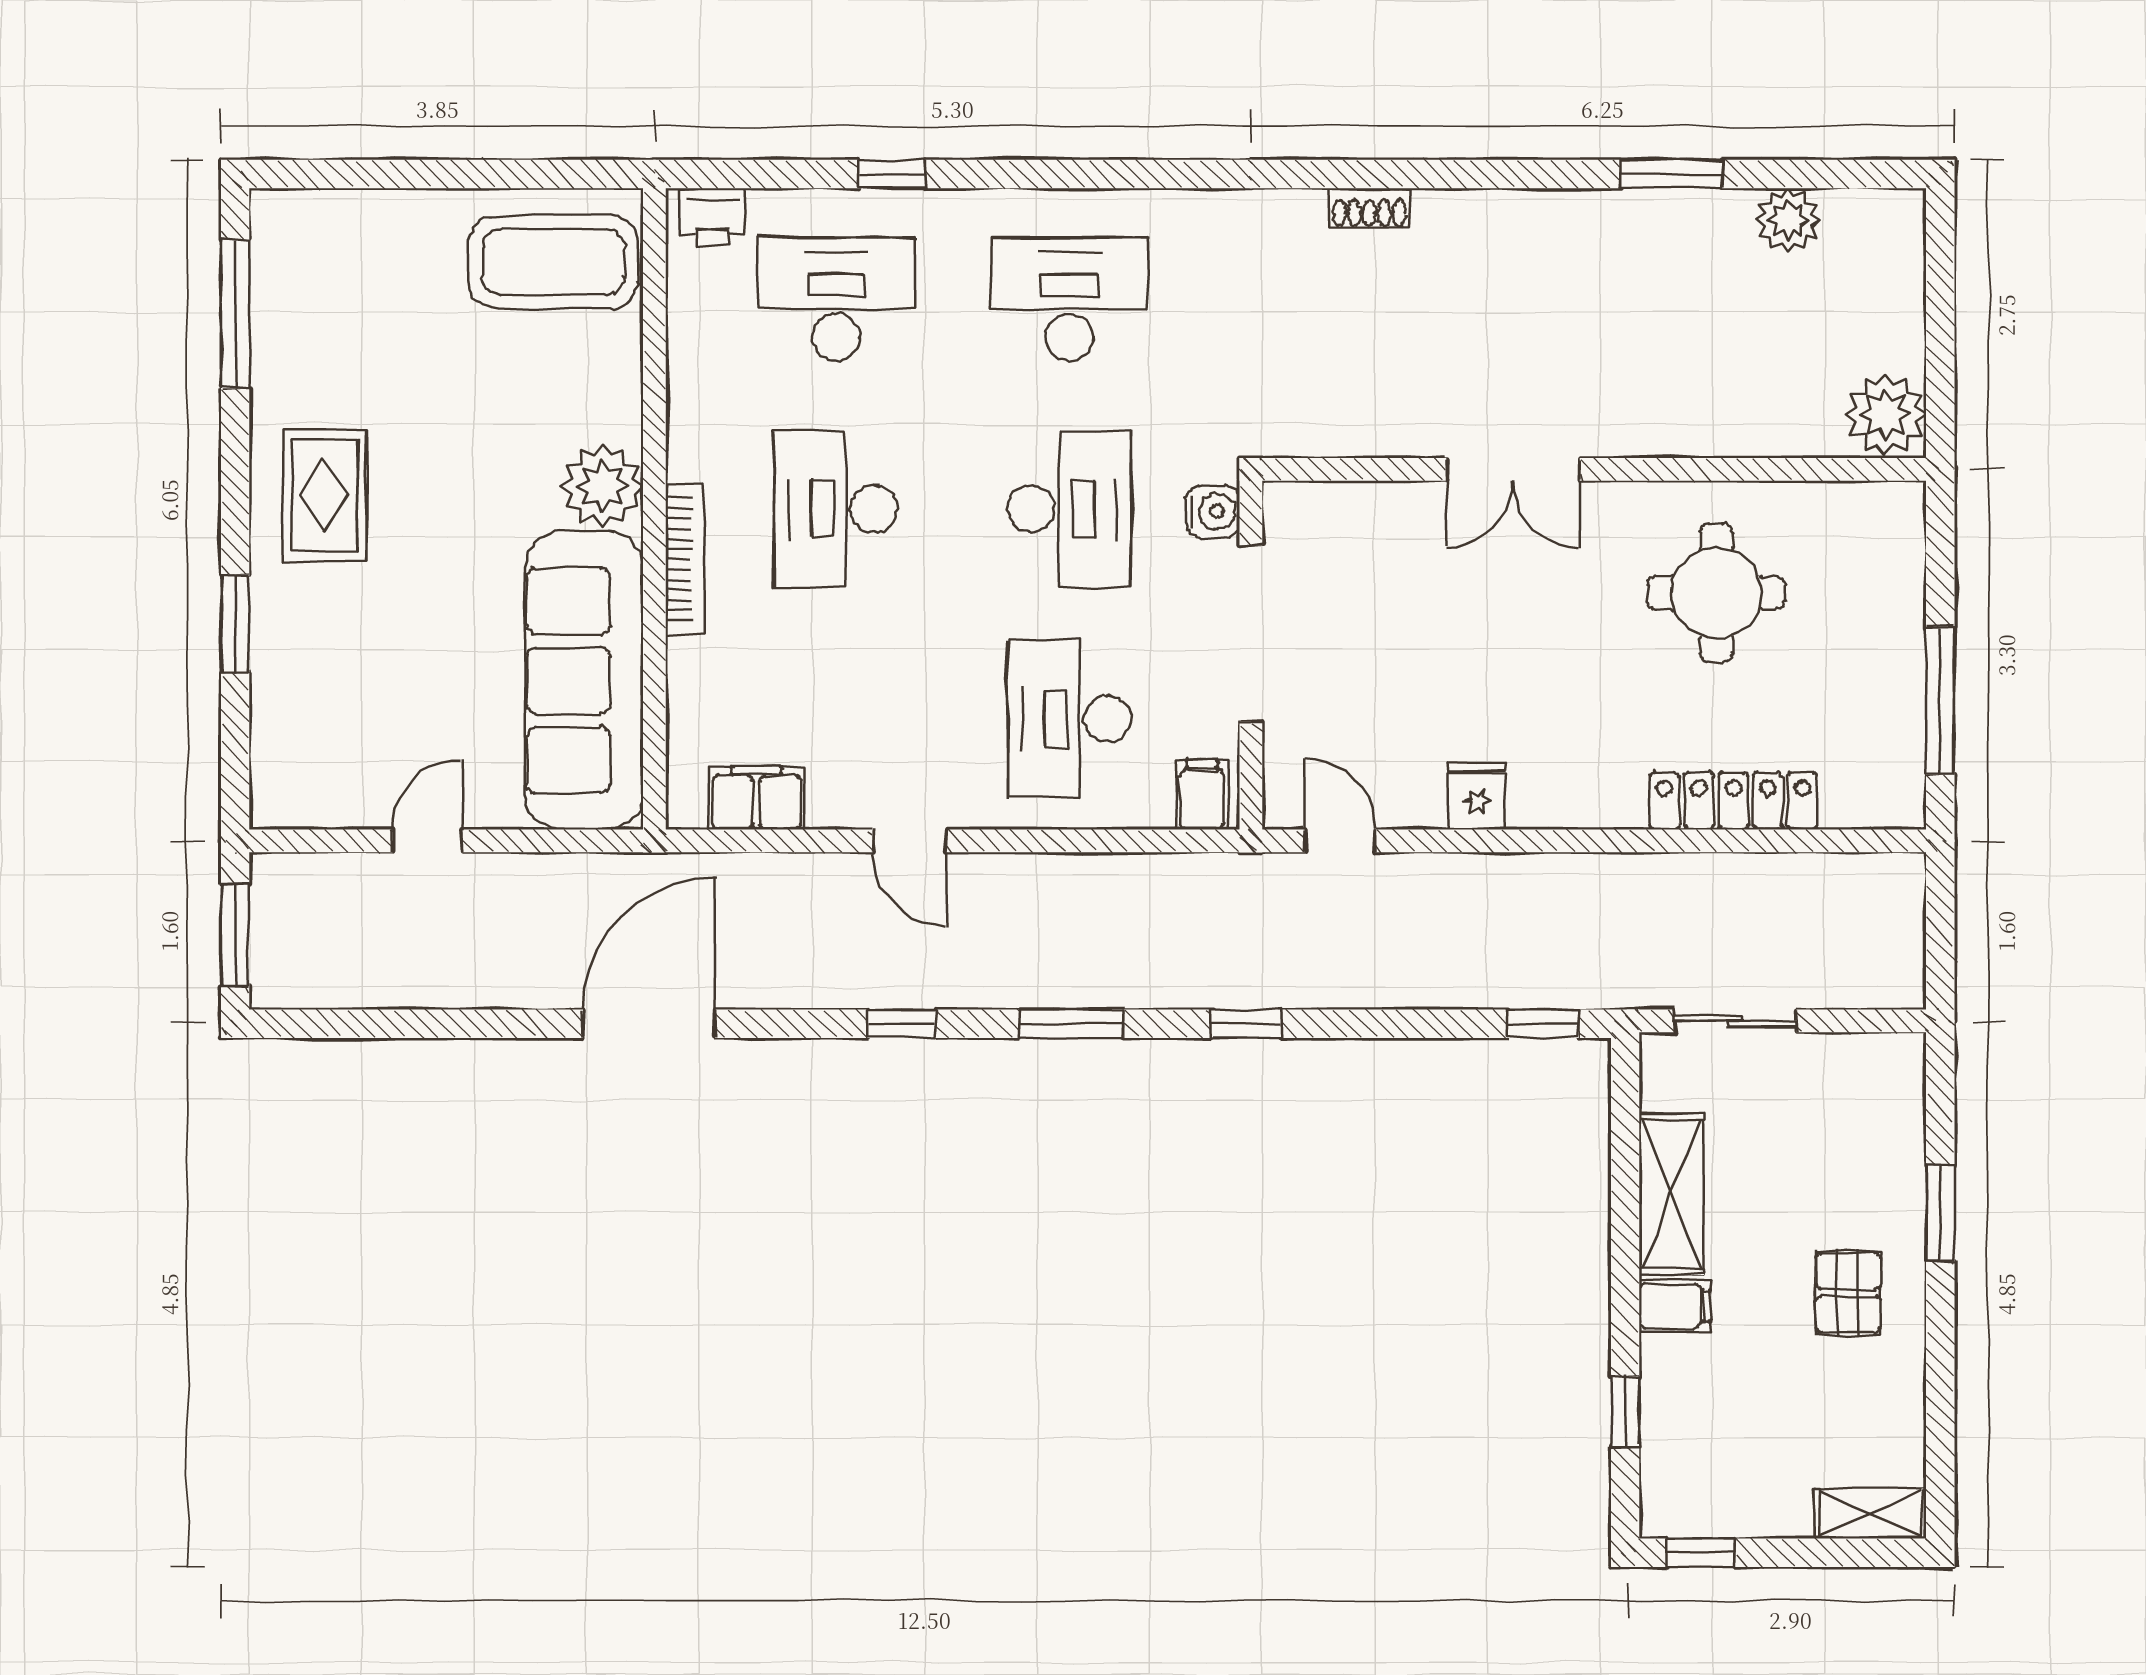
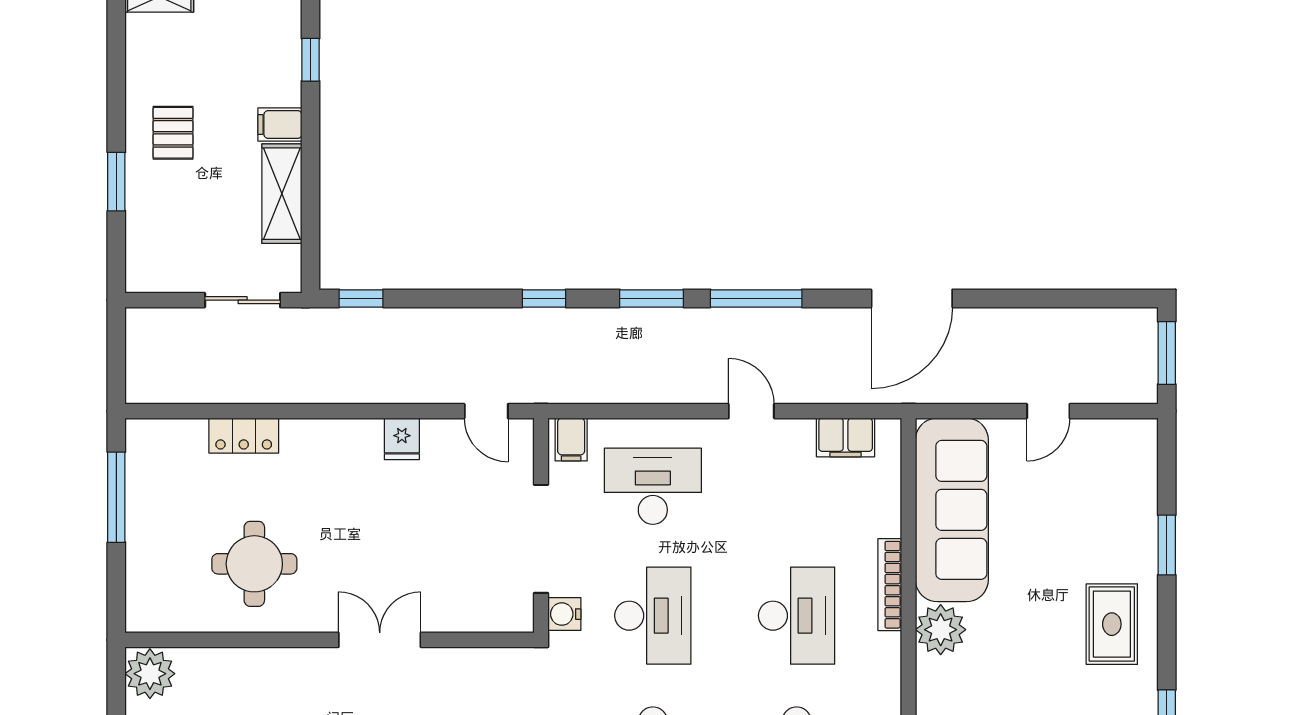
desk: (1069, 509) -> (653, 616), turned 180
desk: (1069, 719) -> (653, 486), turned -90
locker: (1733, 801) -> (244, 436), width x0.66
window: (902, 1024) -> (756, 298), width x2.17

